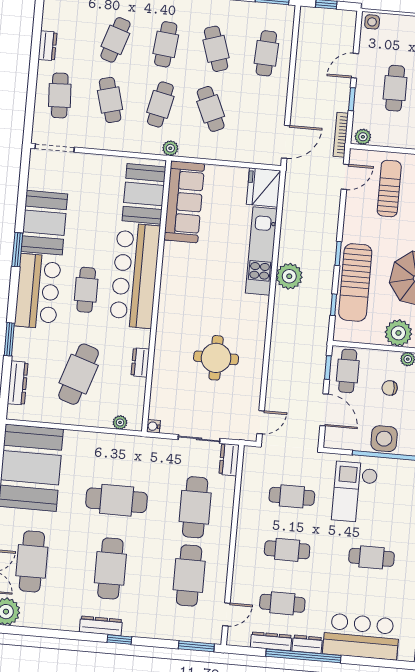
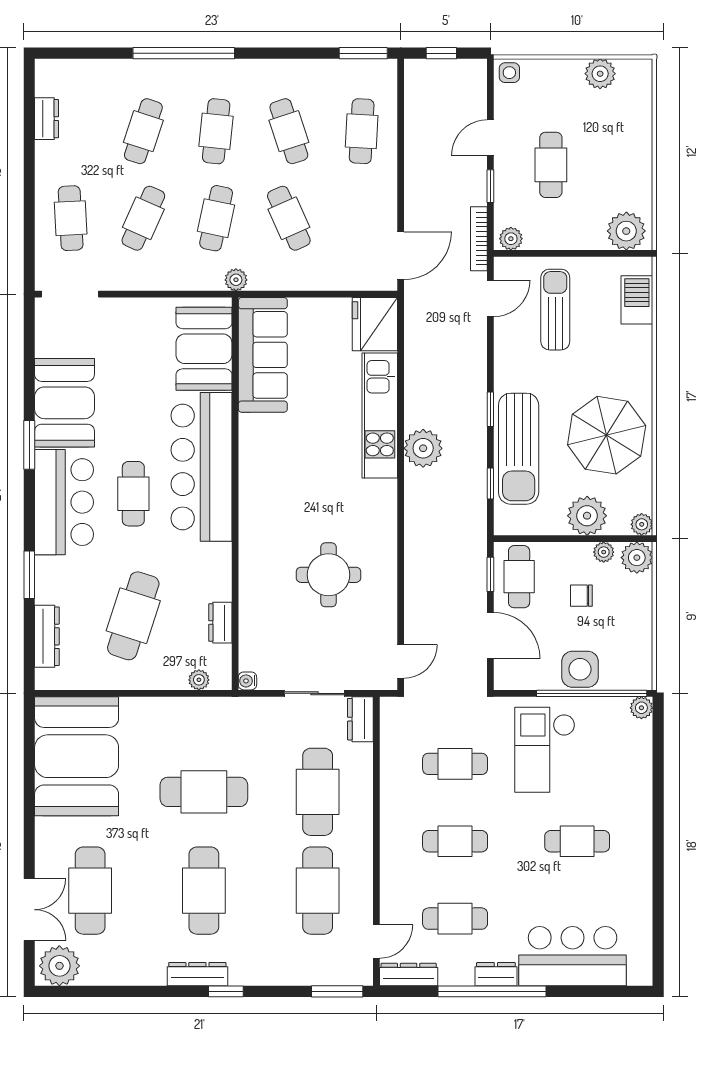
dresser: (47, 46) -> (47, 119), moved
cafe table: (110, 100) -> (143, 218), turned 39
dresser: (140, 362) -> (220, 623), moved
dresser: (271, 641) -> (409, 975), moved

